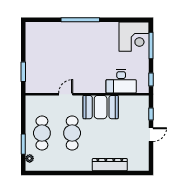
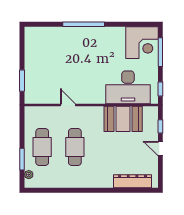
desk: (121, 81) -> (128, 87), width x1.36, depth x1.30
door: (66, 94) -> (68, 105), hinge flipped
booth: (101, 107) -> (123, 119), moved
door: (151, 135) -> (160, 149), swing flipped
dresser: (110, 165) -> (133, 181), moved

